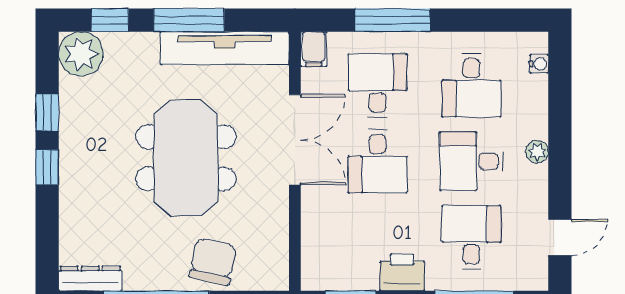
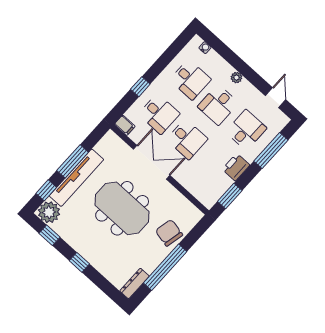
window: (393, 20) -> (140, 87), width x0.46
tv unit: (225, 48) -> (76, 178), moved
desk: (377, 85) -> (159, 114), turned 180
window: (47, 113) -> (50, 235), moved
desk: (471, 237) -> (246, 130), turned 90

